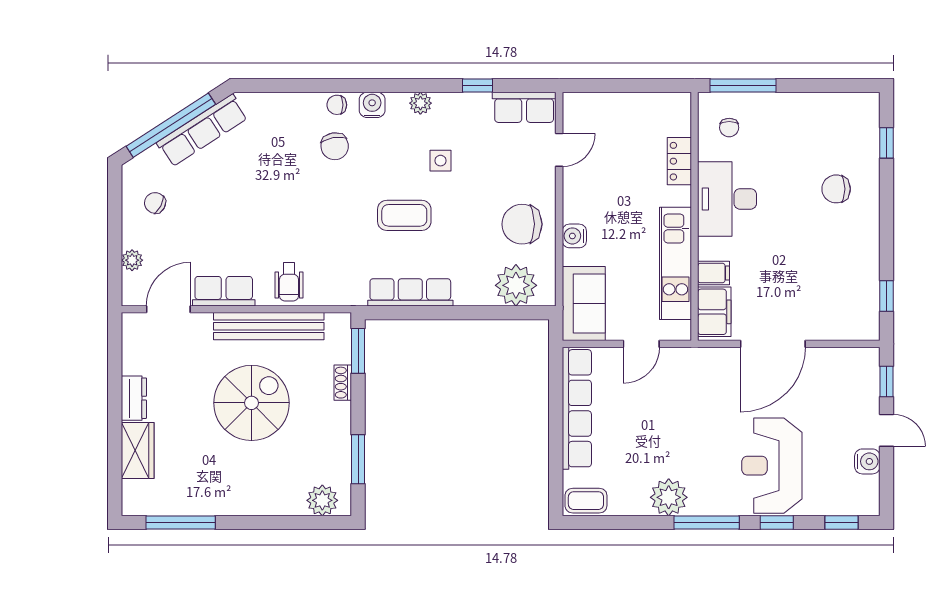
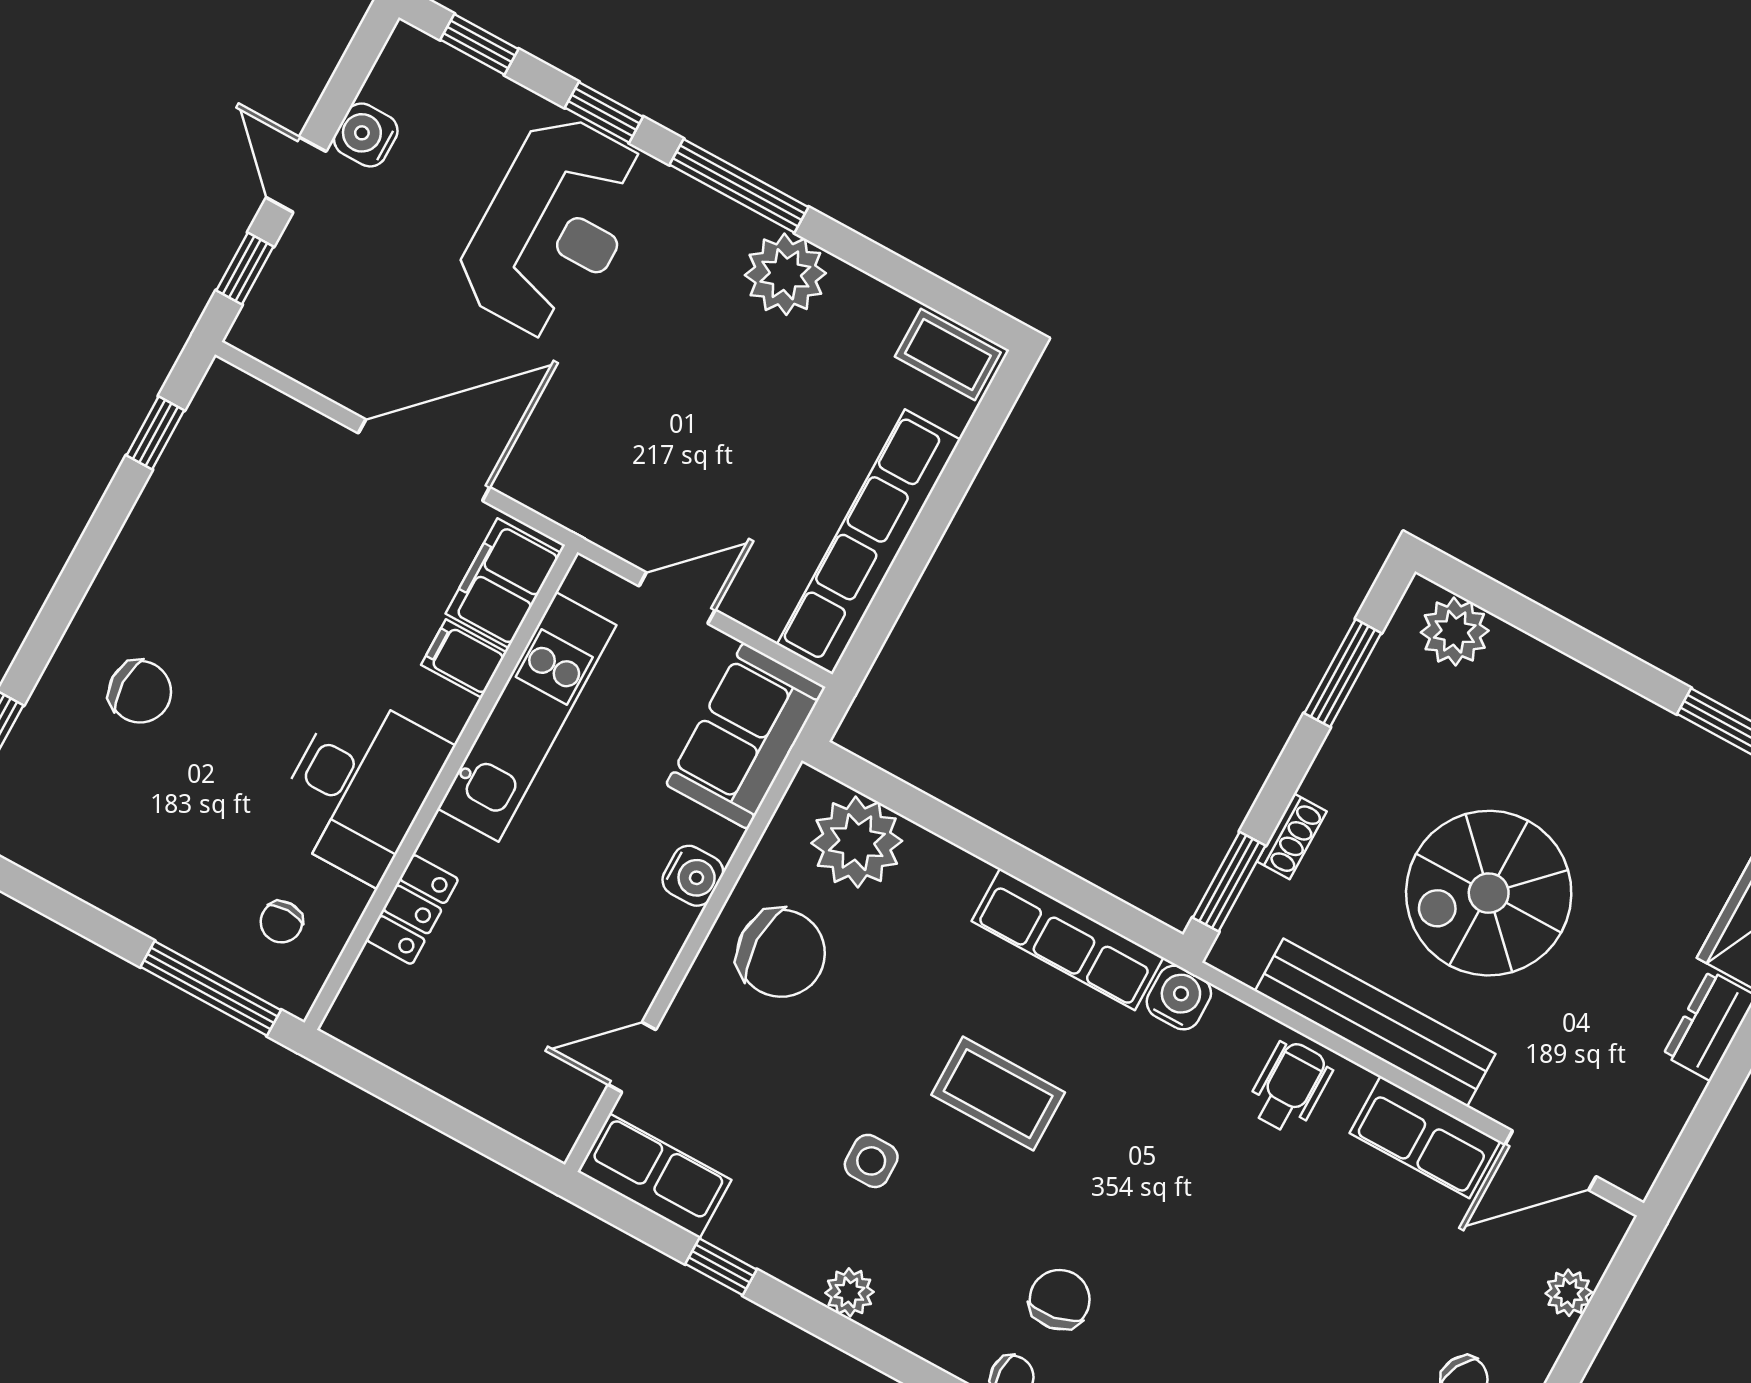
water cooler: (372, 105) -> (1179, 998), moved, turned 180
chair: (729, 128) -> (281, 922), turned 180

